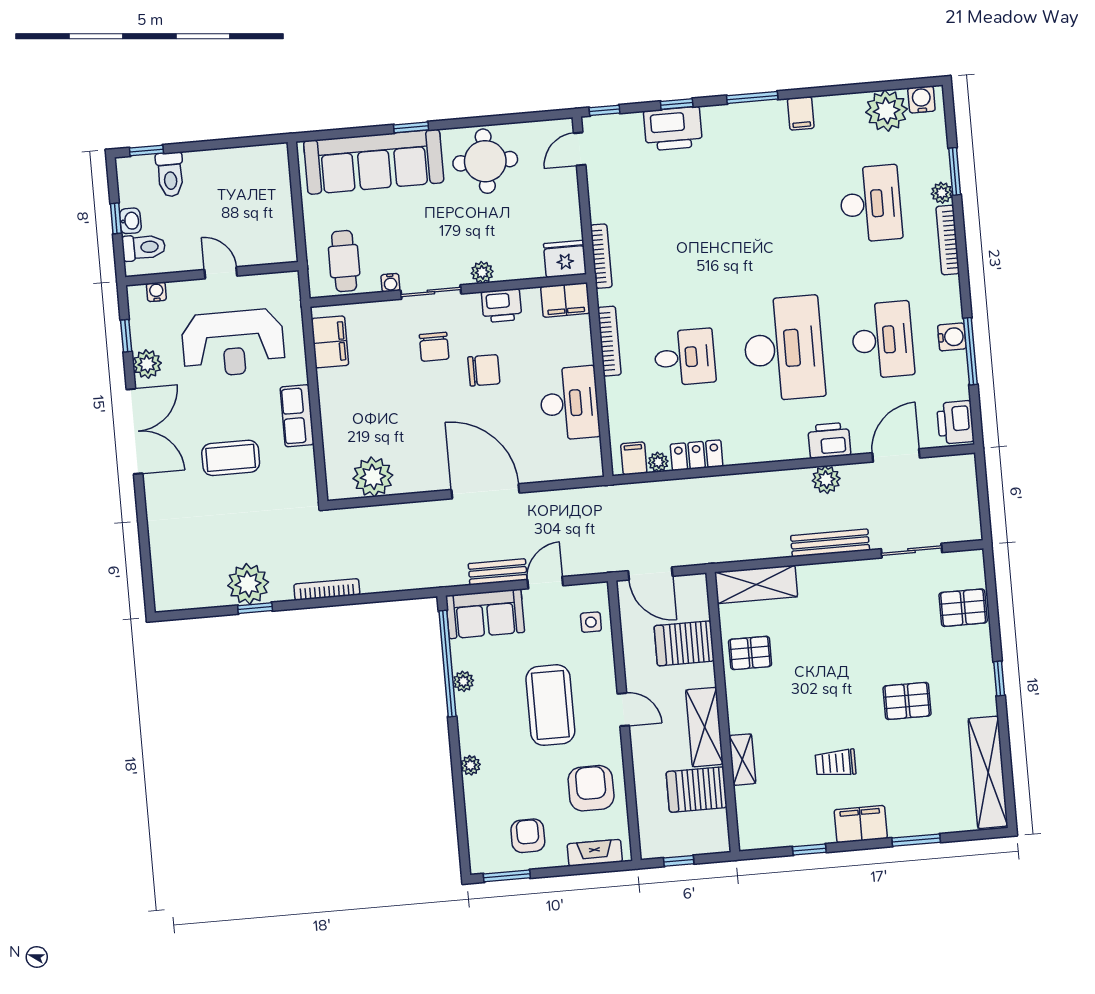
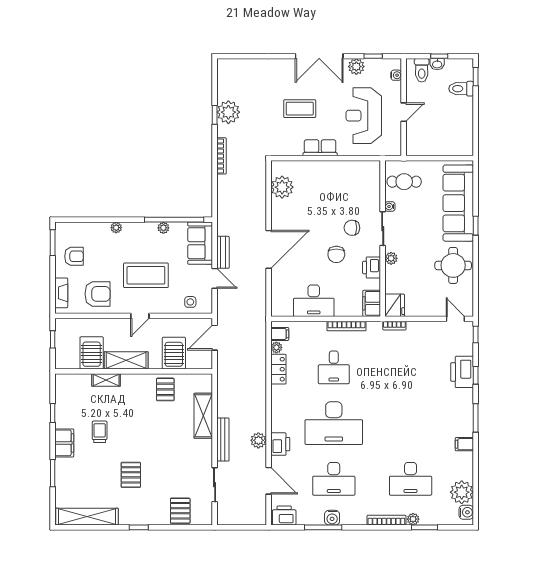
bookcase: (601, 256) -> (394, 326), width x0.64
filing cabinet: (330, 342) -> (360, 170), removed
coffee table: (231, 458) -> (300, 109), turned 90
shelving: (756, 584) -> (203, 416), moved

